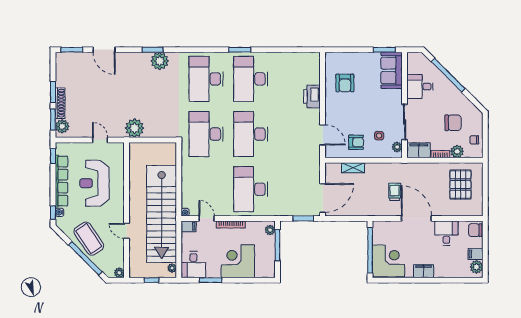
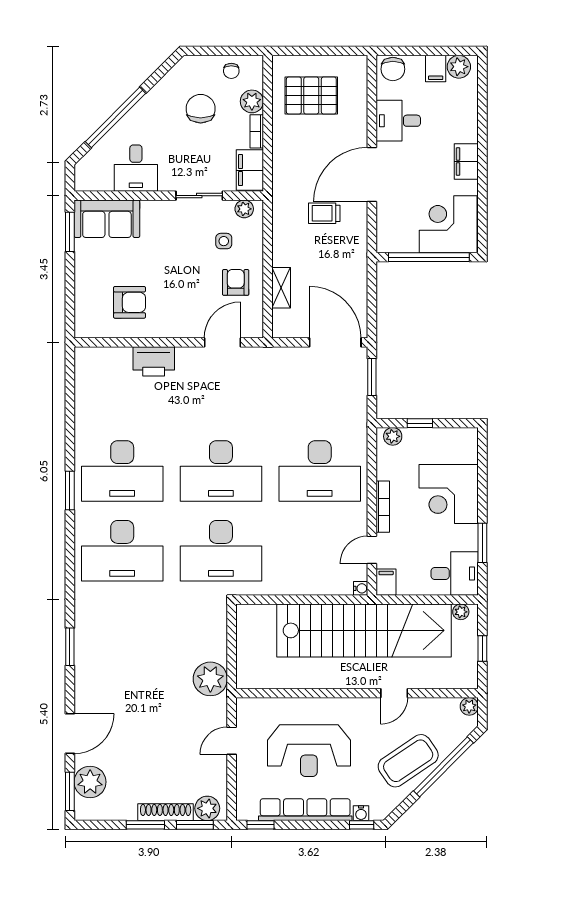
plant: (160, 61) -> (90, 782), moved
sliding door: (405, 122) -> (199, 196), width x0.73
window: (277, 245) -> (420, 423), width x0.46

